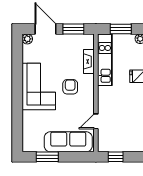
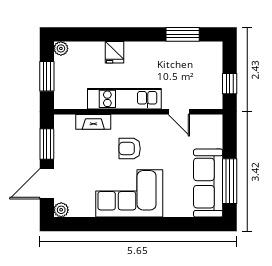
kitchen unit: (105, 60) -> (124, 99), moved
sofa: (68, 142) -> (208, 183), moved
window: (47, 157) -> (230, 181), width x1.44

